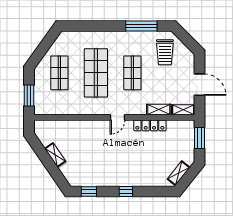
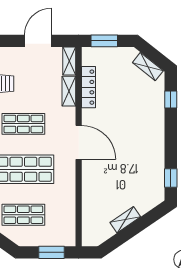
door: (118, 117) -> (79, 142), width x1.88
locker: (150, 125) -> (88, 87), moved
window: (126, 192) -> (171, 99), moved

